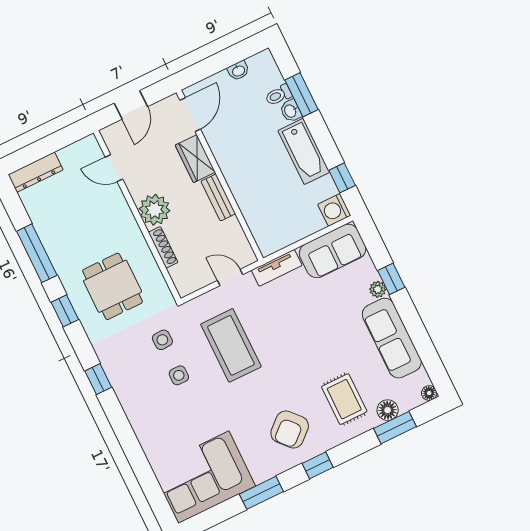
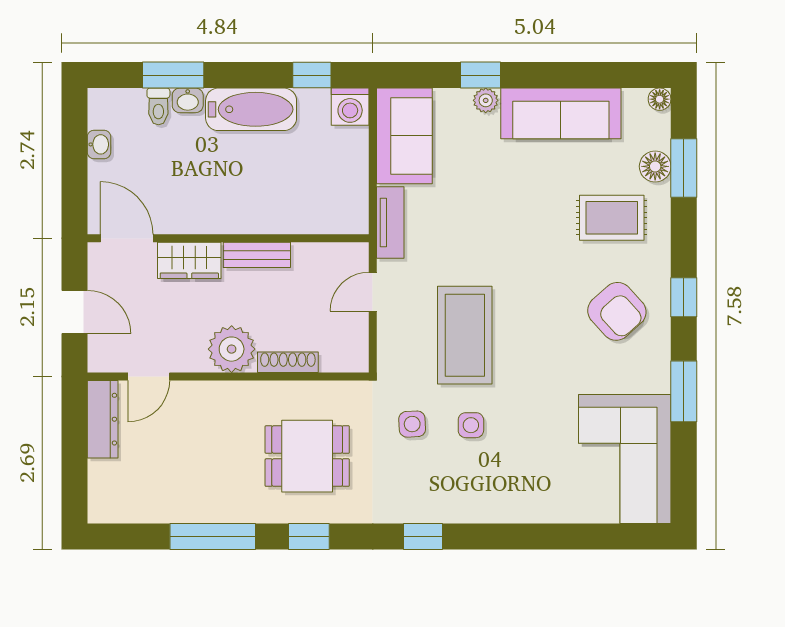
dresser: (36, 172) -> (103, 419), moved
coffee table: (231, 345) -> (465, 335), turned 90

